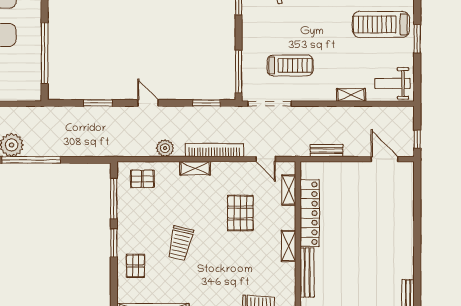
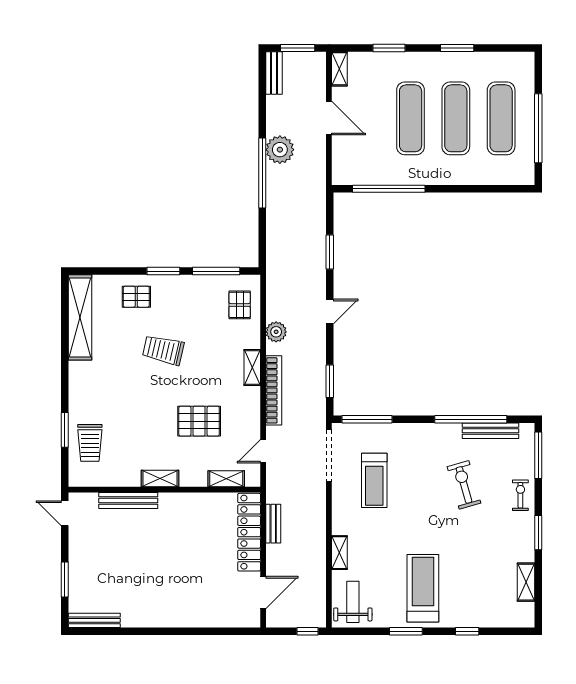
window: (417, 139) -> (307, 631), moved
locker: (310, 213) -> (249, 532), moved, turned 90

